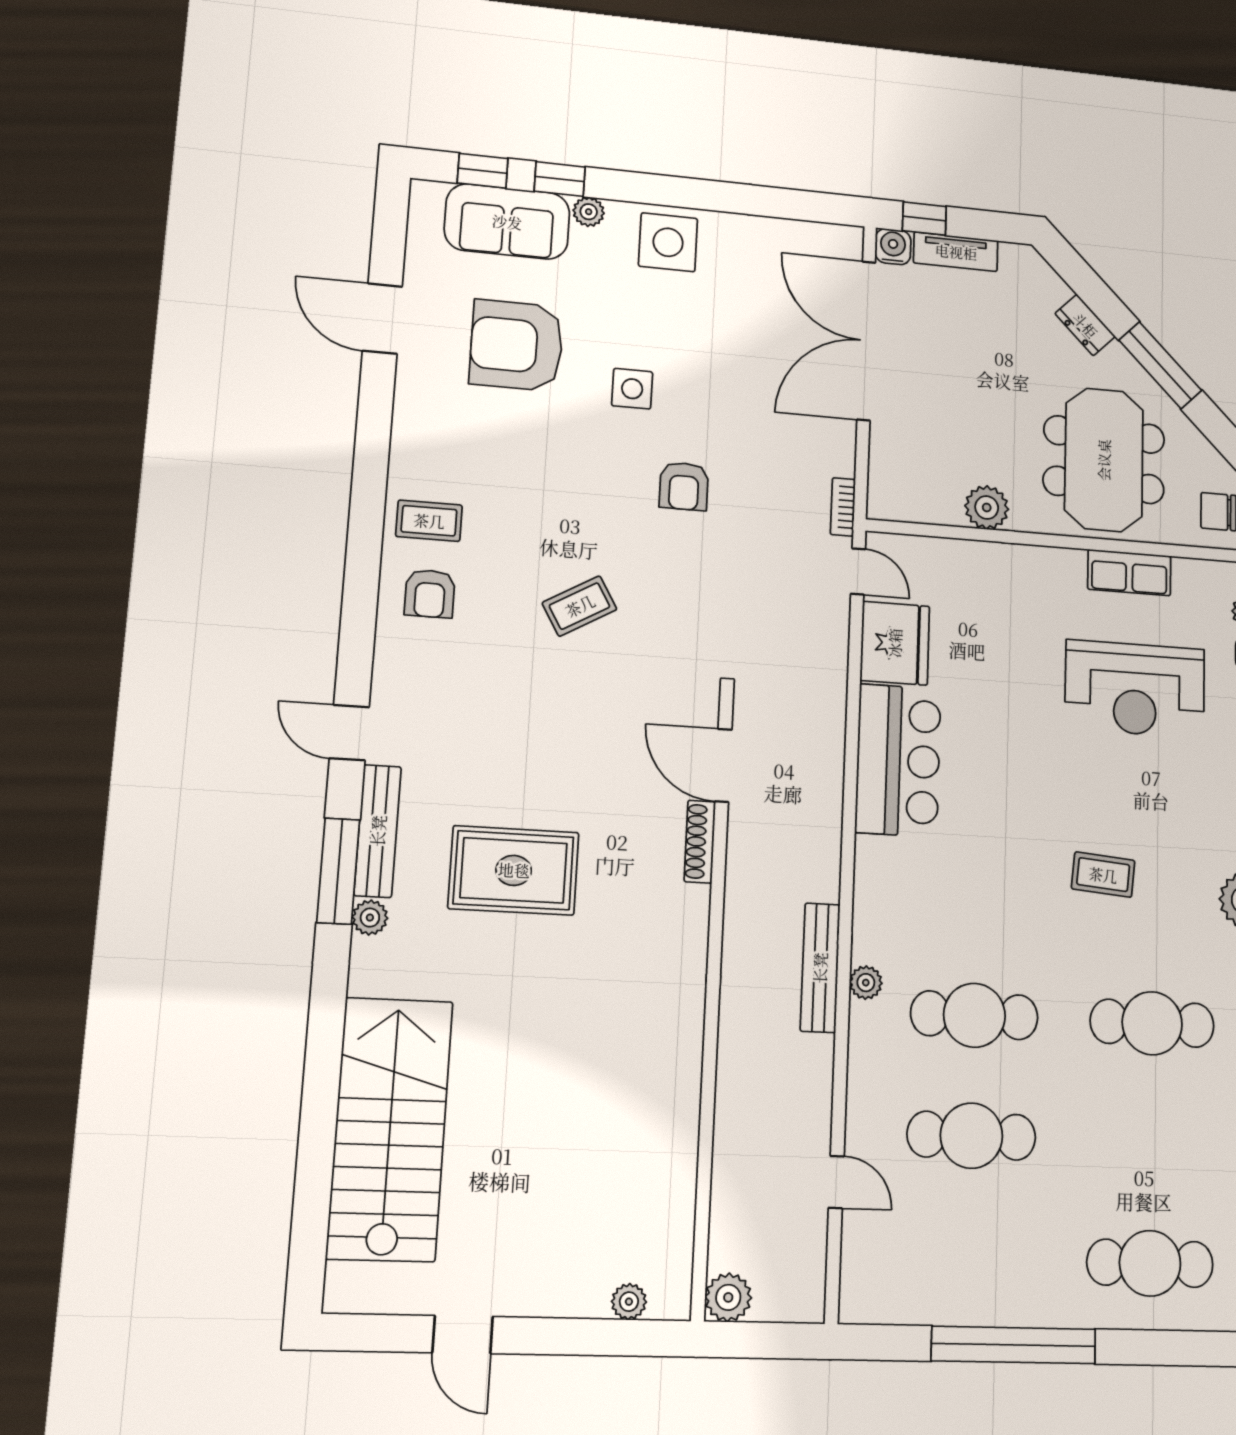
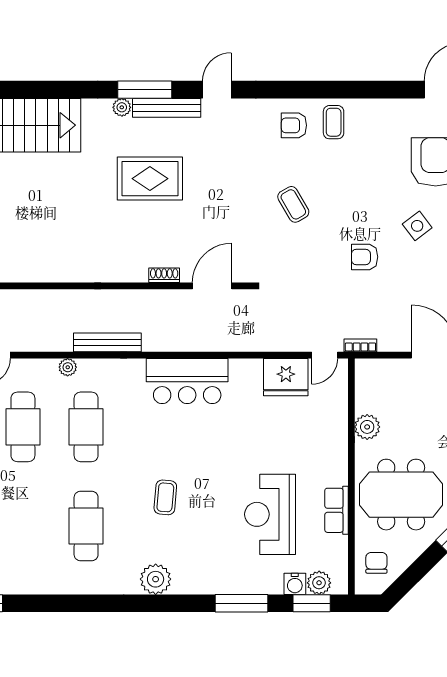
side table: (632, 389) -> (417, 226), turned -37
bar counter: (898, 760) -> (187, 381), moved
shoe rack: (700, 842) -> (164, 275), width x0.70
rug: (514, 870) -> (150, 179), turned 90
plant: (866, 983) -> (68, 367), moved

